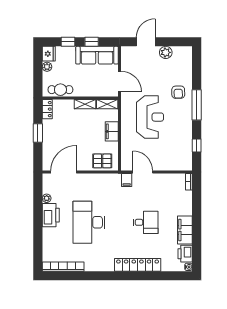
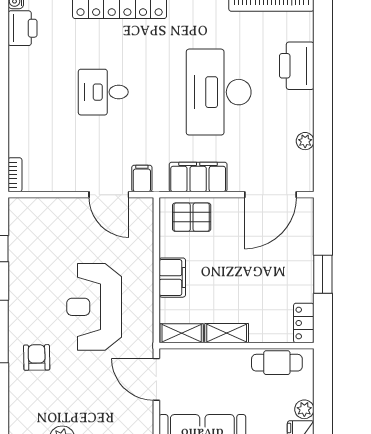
printer: (51, 215) -> (297, 66), moved
desk: (89, 222) -> (219, 92), turned 180
filing cabinet: (185, 230) -> (198, 177), moved, turned -90

